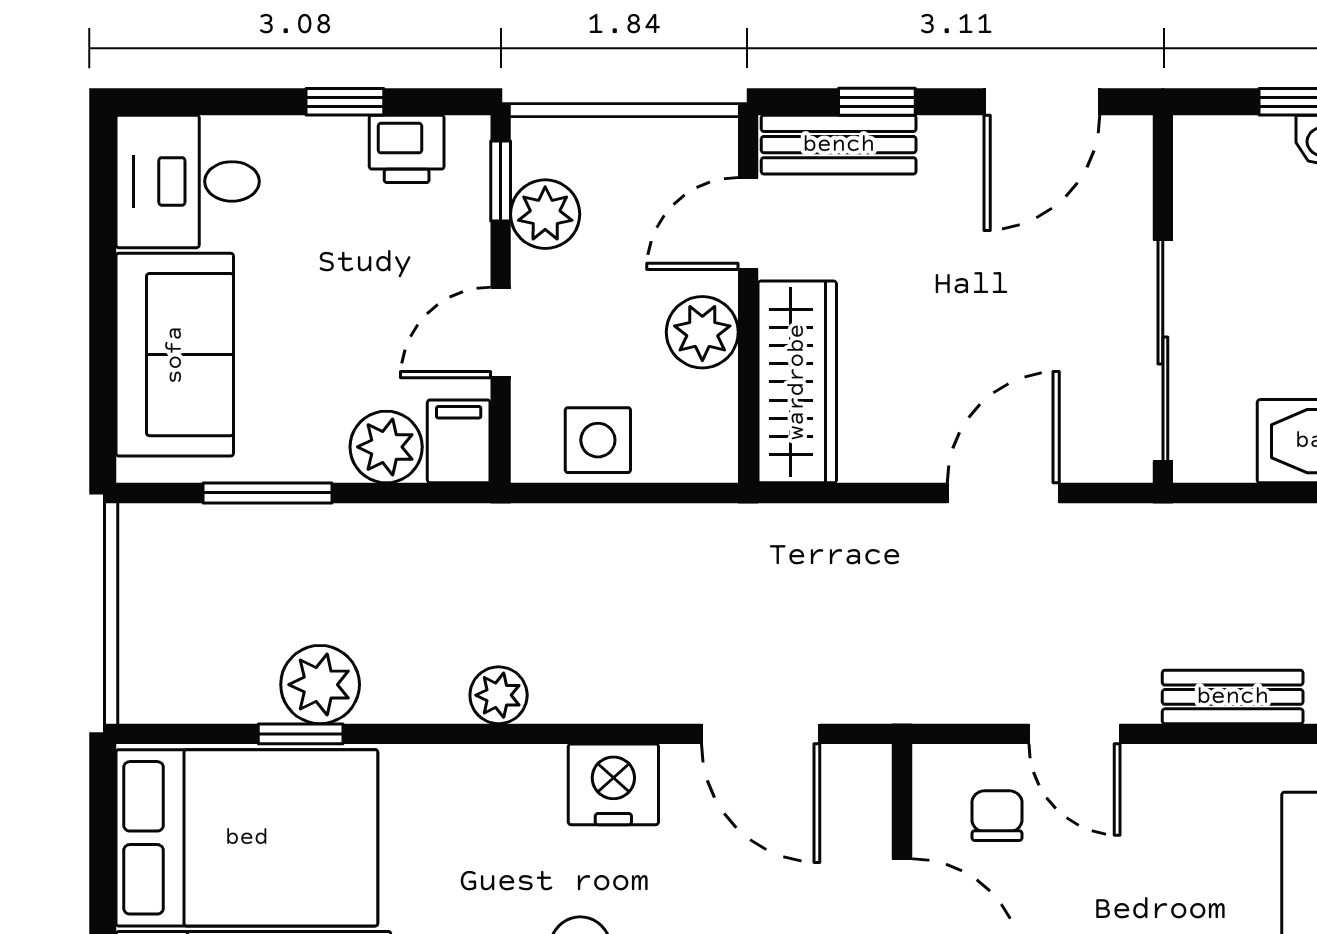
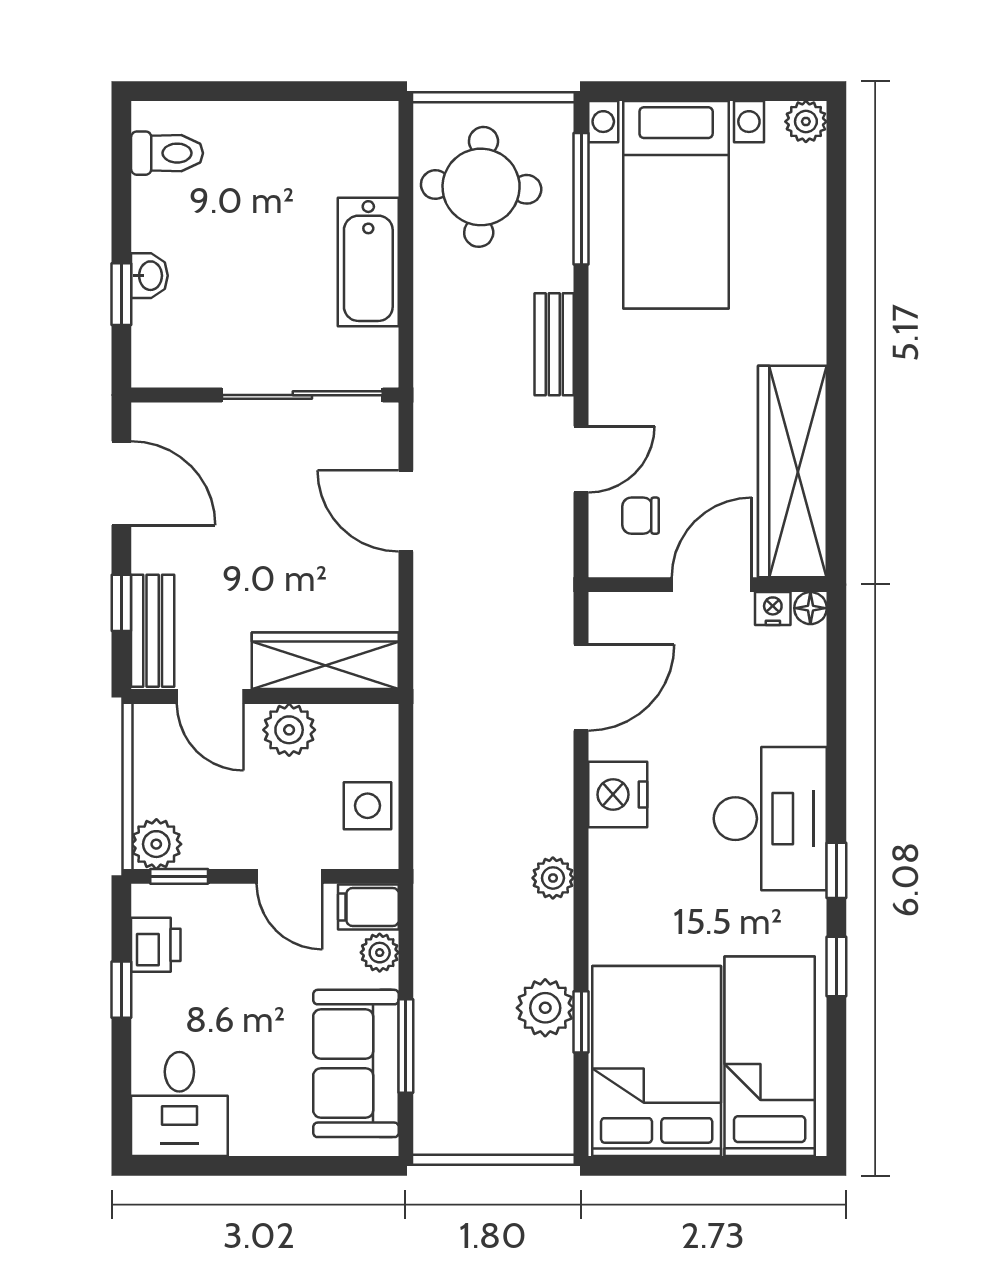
plant: (545, 214) -> (156, 844), moved
sofa: (175, 355) -> (356, 1063), moved, turned -90
plant: (386, 447) -> (380, 953), width x0.73, depth x0.73

